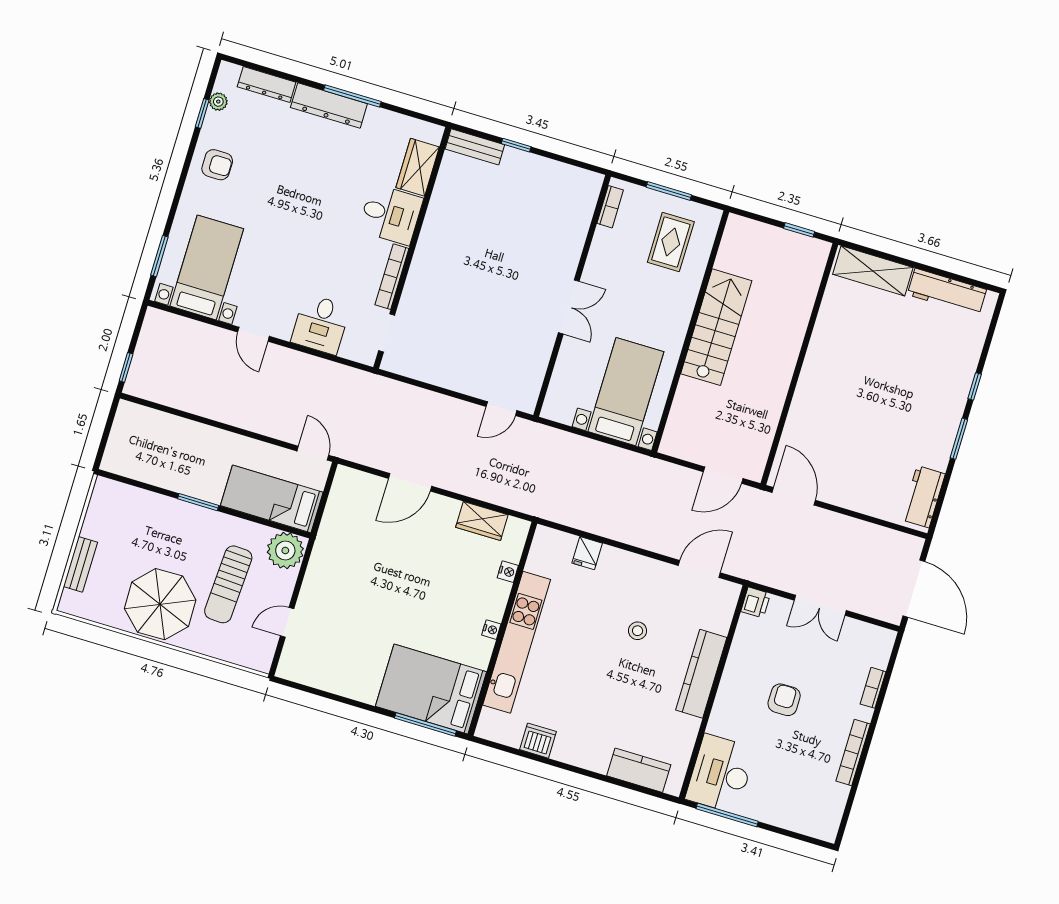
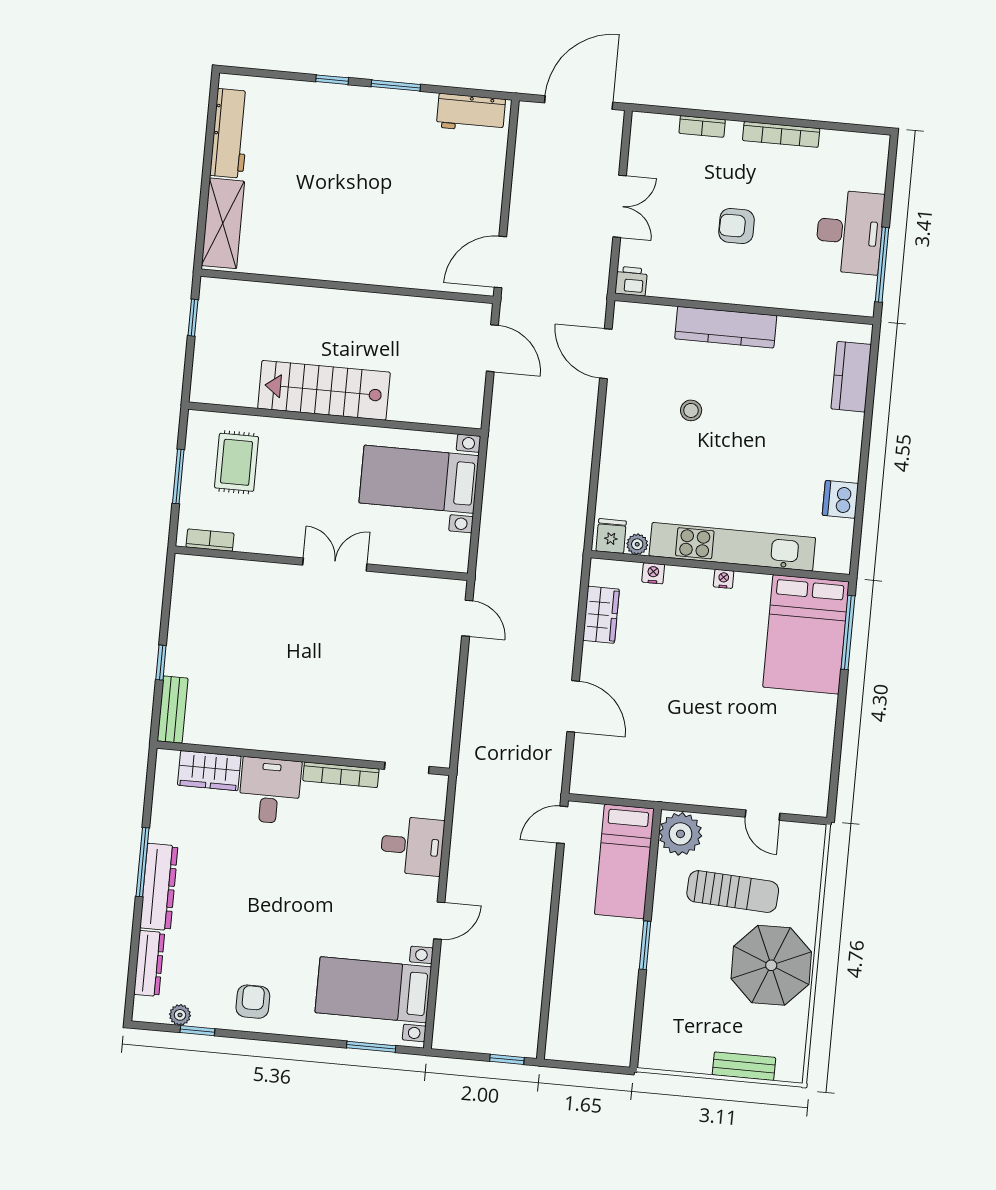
rug: (671, 242) -> (237, 462), turned 90
fridge: (587, 553) -> (611, 536), moved, turned -90
plant: (535, 563) -> (637, 544), added
desk: (721, 774) -> (850, 232), moved, turned -90

